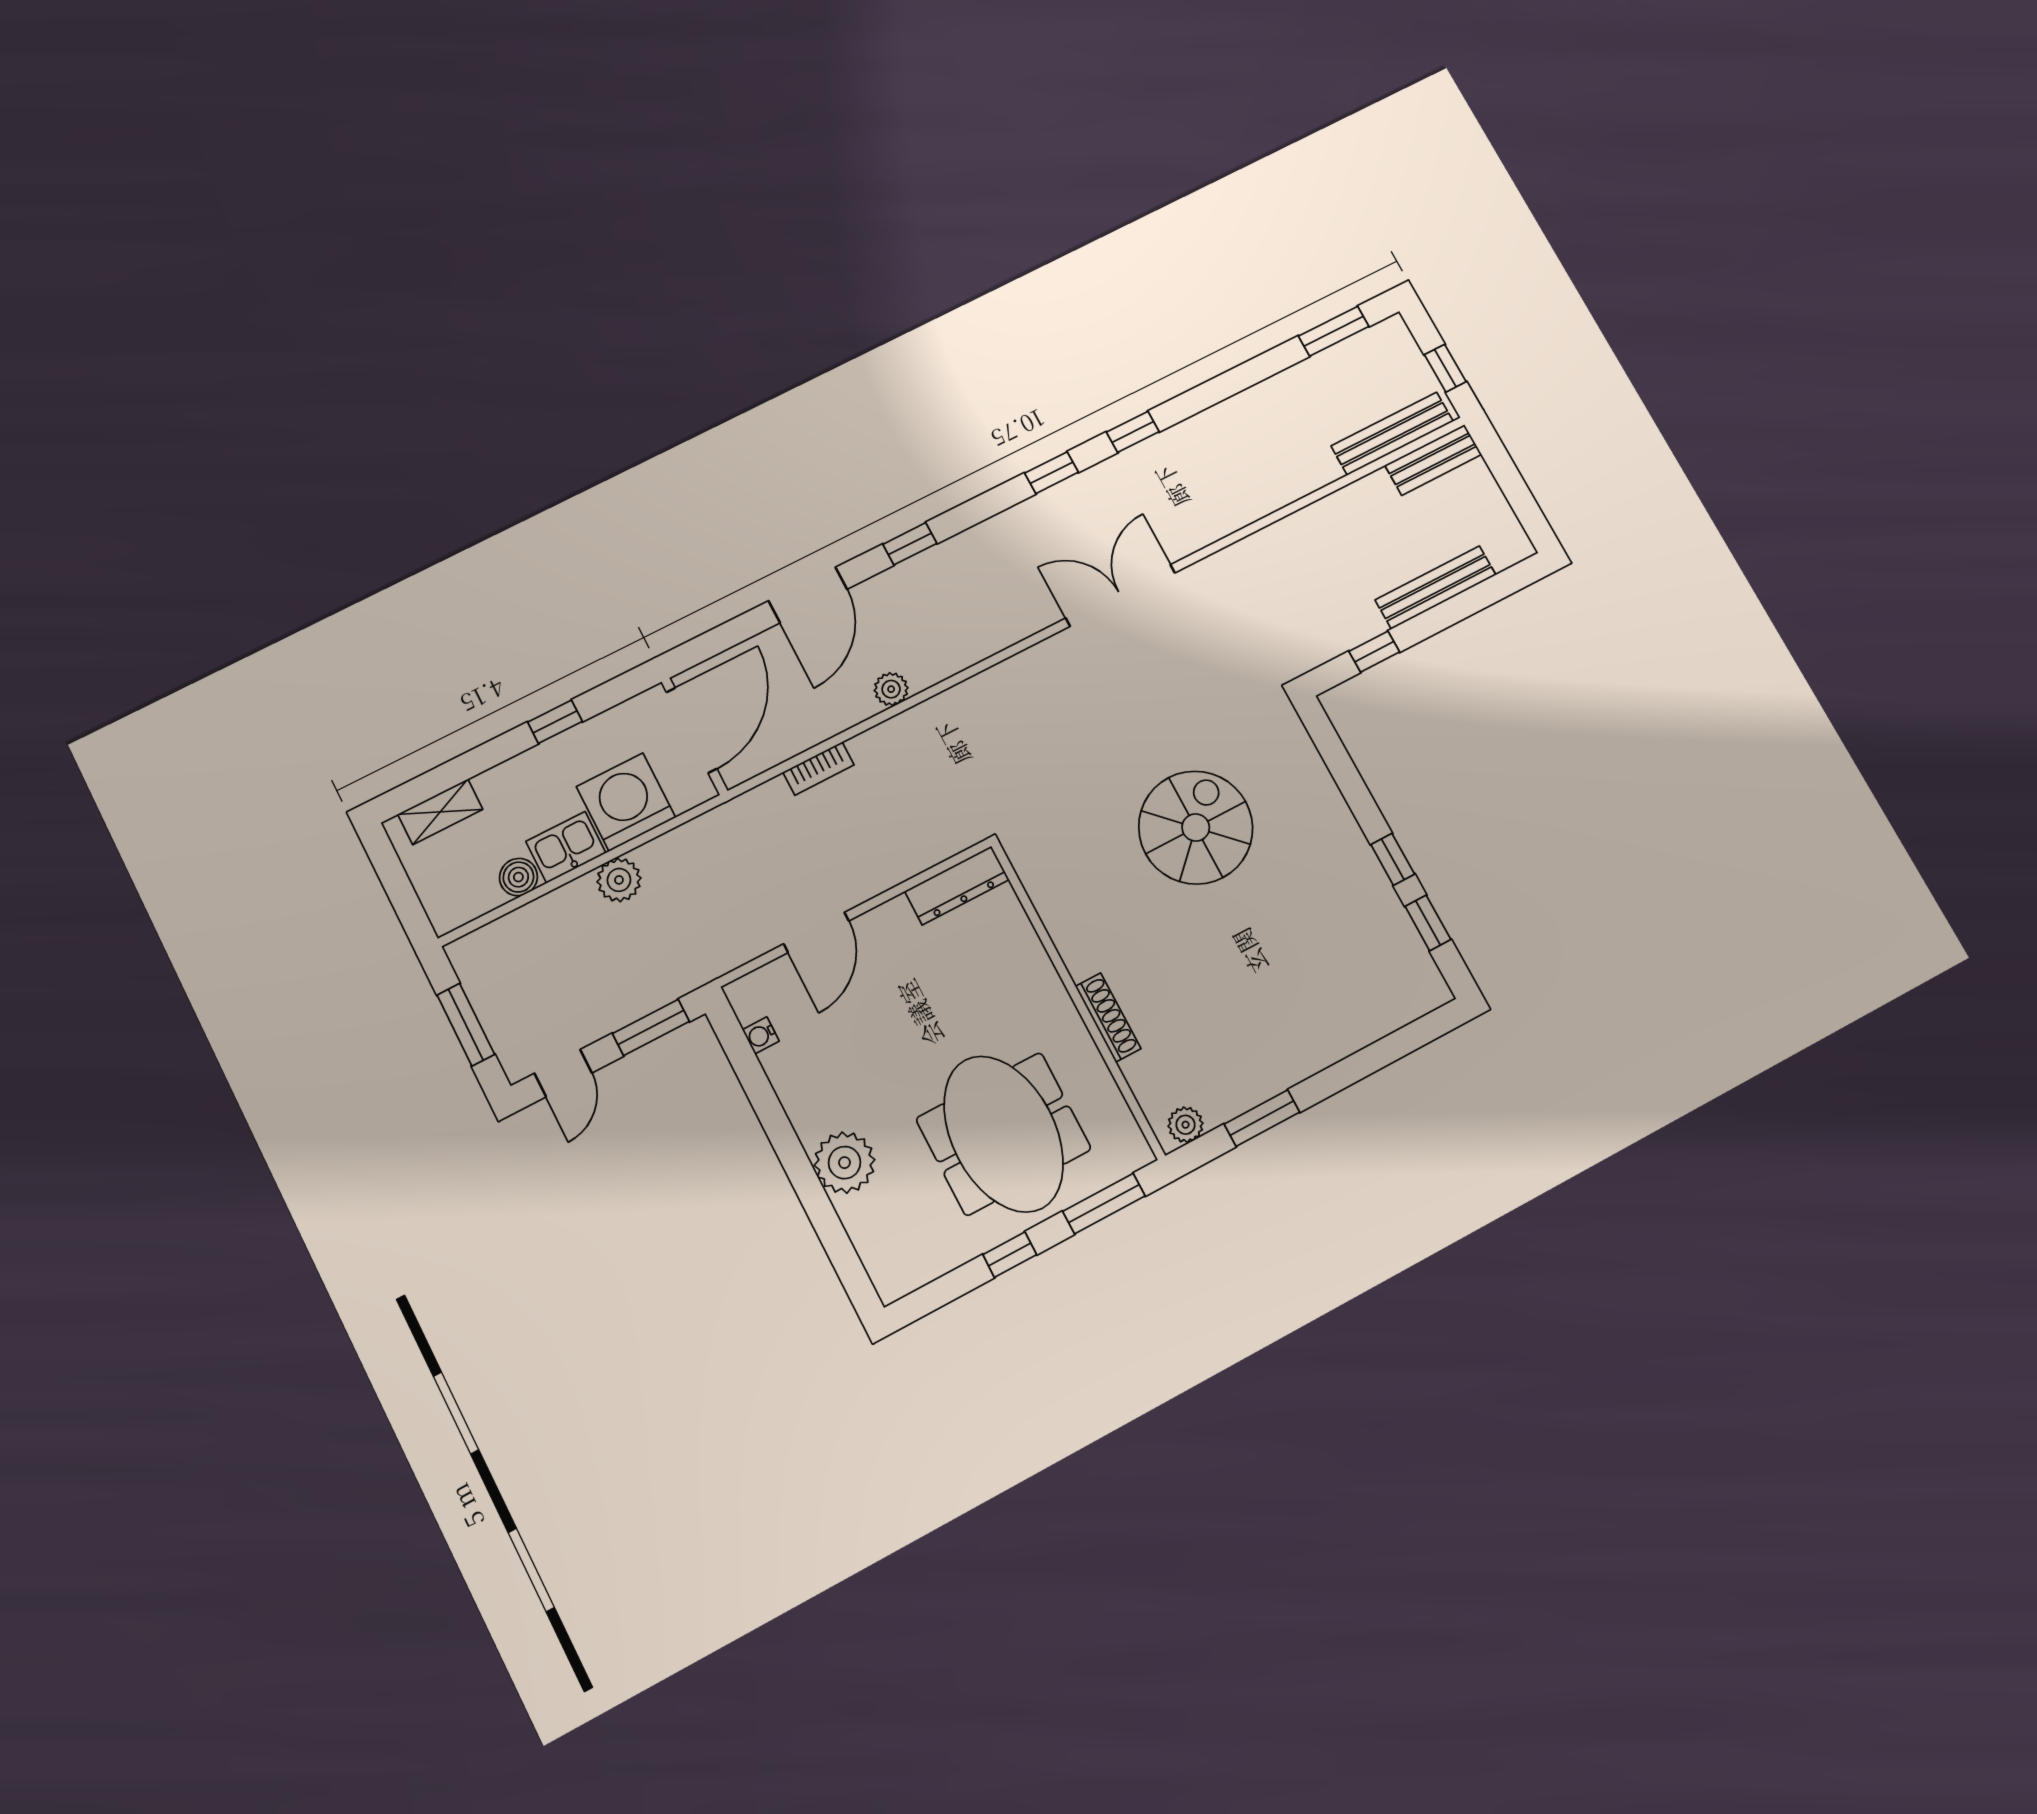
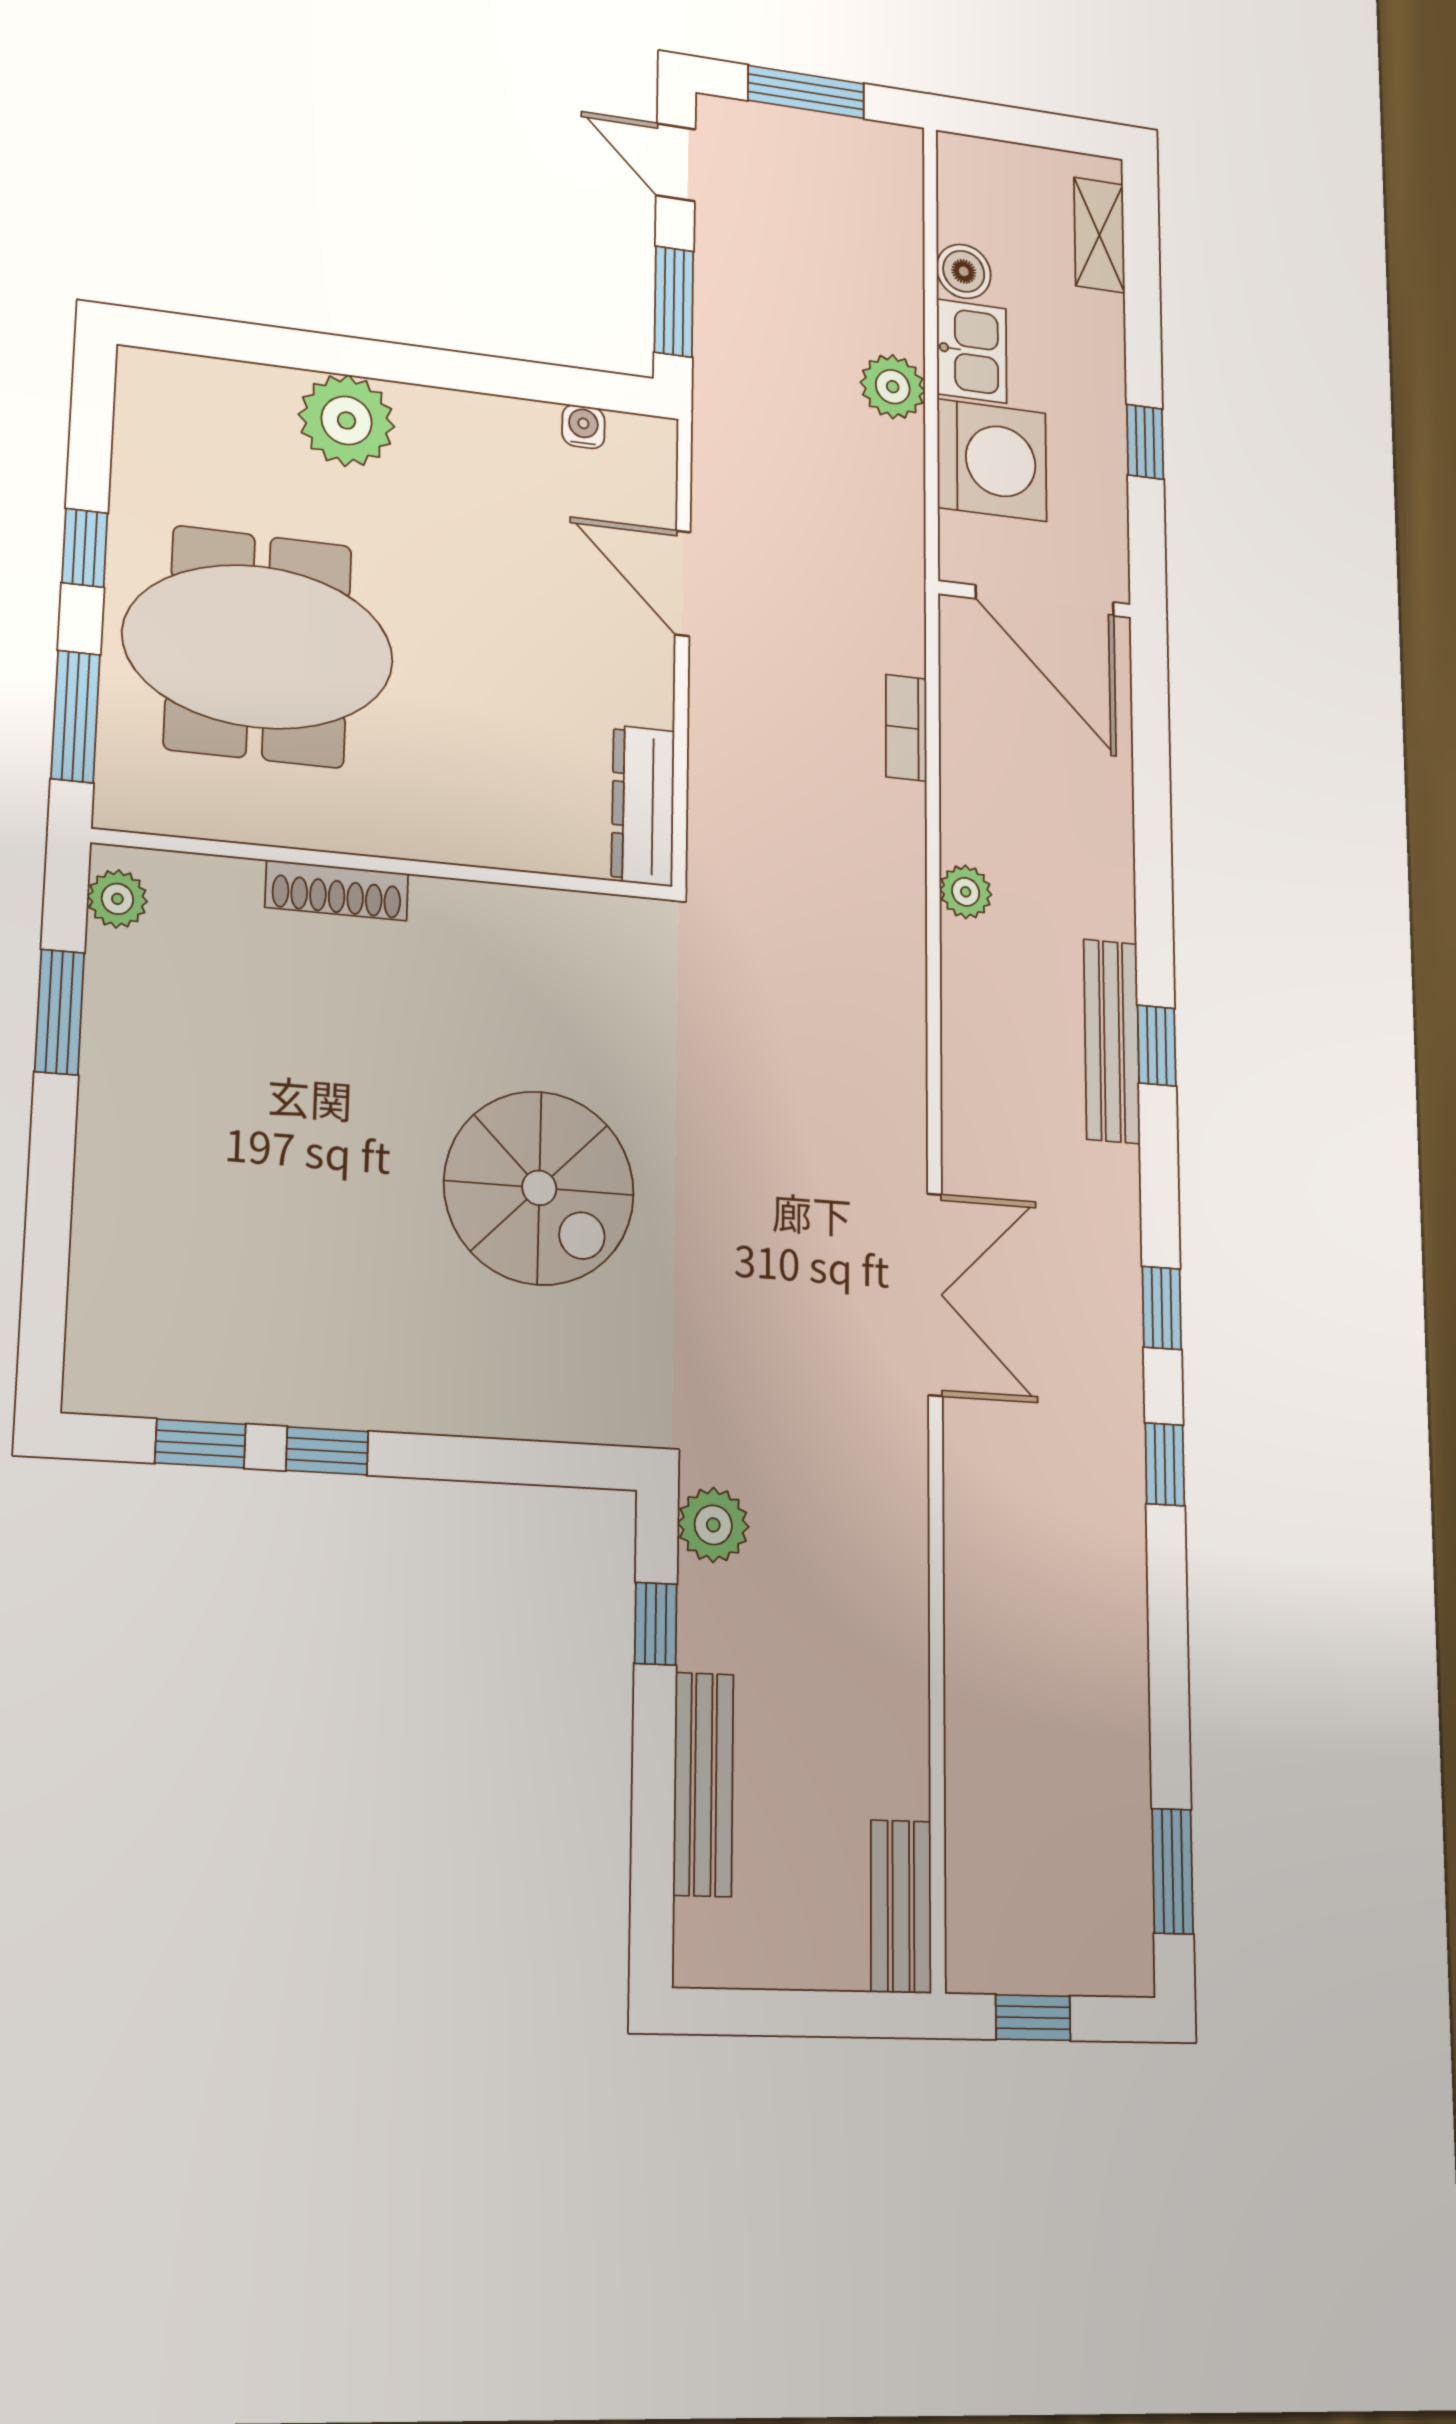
bench: (1392, 434) -> (1112, 1041), moved
door: (808, 595) -> (1153, 865), removed
plant: (1309, 648) -> (713, 1525), added

